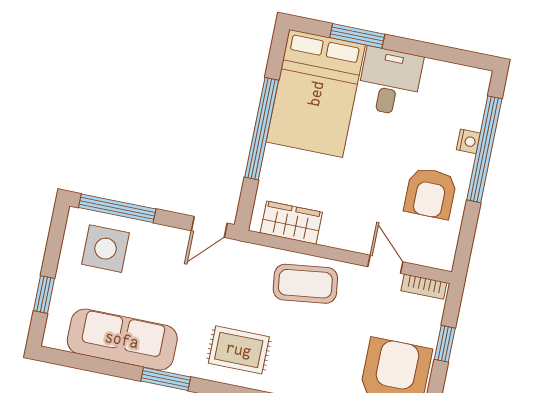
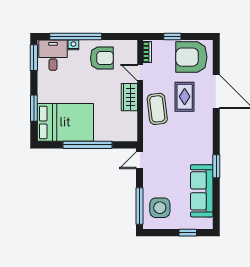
window: (459, 57) -> (34, 58), added
desk: (390, 82) -> (53, 55), moved, turned 90
wardrobe: (291, 223) -> (129, 97), moved
door: (209, 227) -> (139, 160), swing flipped
door: (385, 264) -> (140, 73), hinge flipped
rug: (239, 350) -> (185, 97), moved

